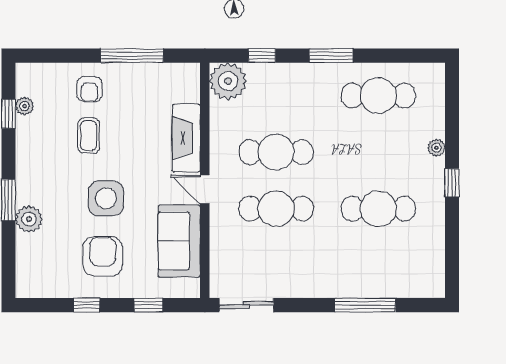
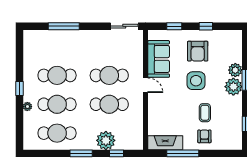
plant: (228, 81) -> (106, 140), moved
plant: (25, 106) -> (233, 87), moved, width x1.88, depth x1.88
fireplace: (186, 138) -> (165, 143), moved, turned -90
cafe table: (378, 152) -> (57, 104), added

